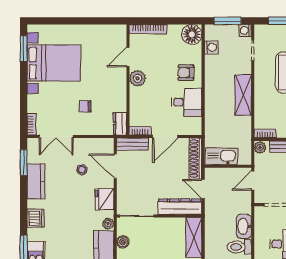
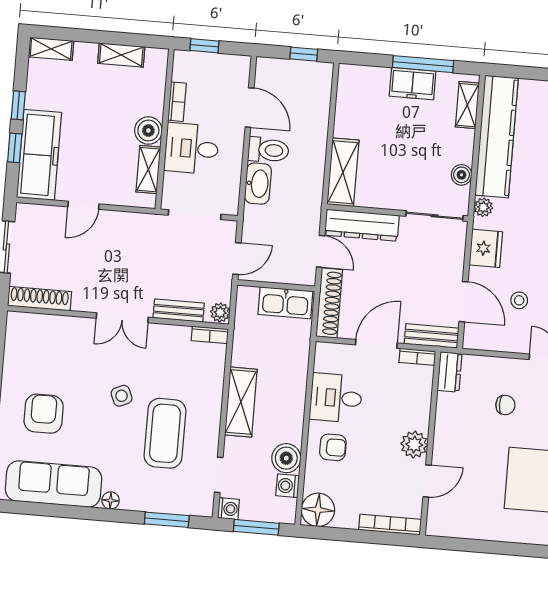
boiler: (213, 64) -> (286, 458), added

